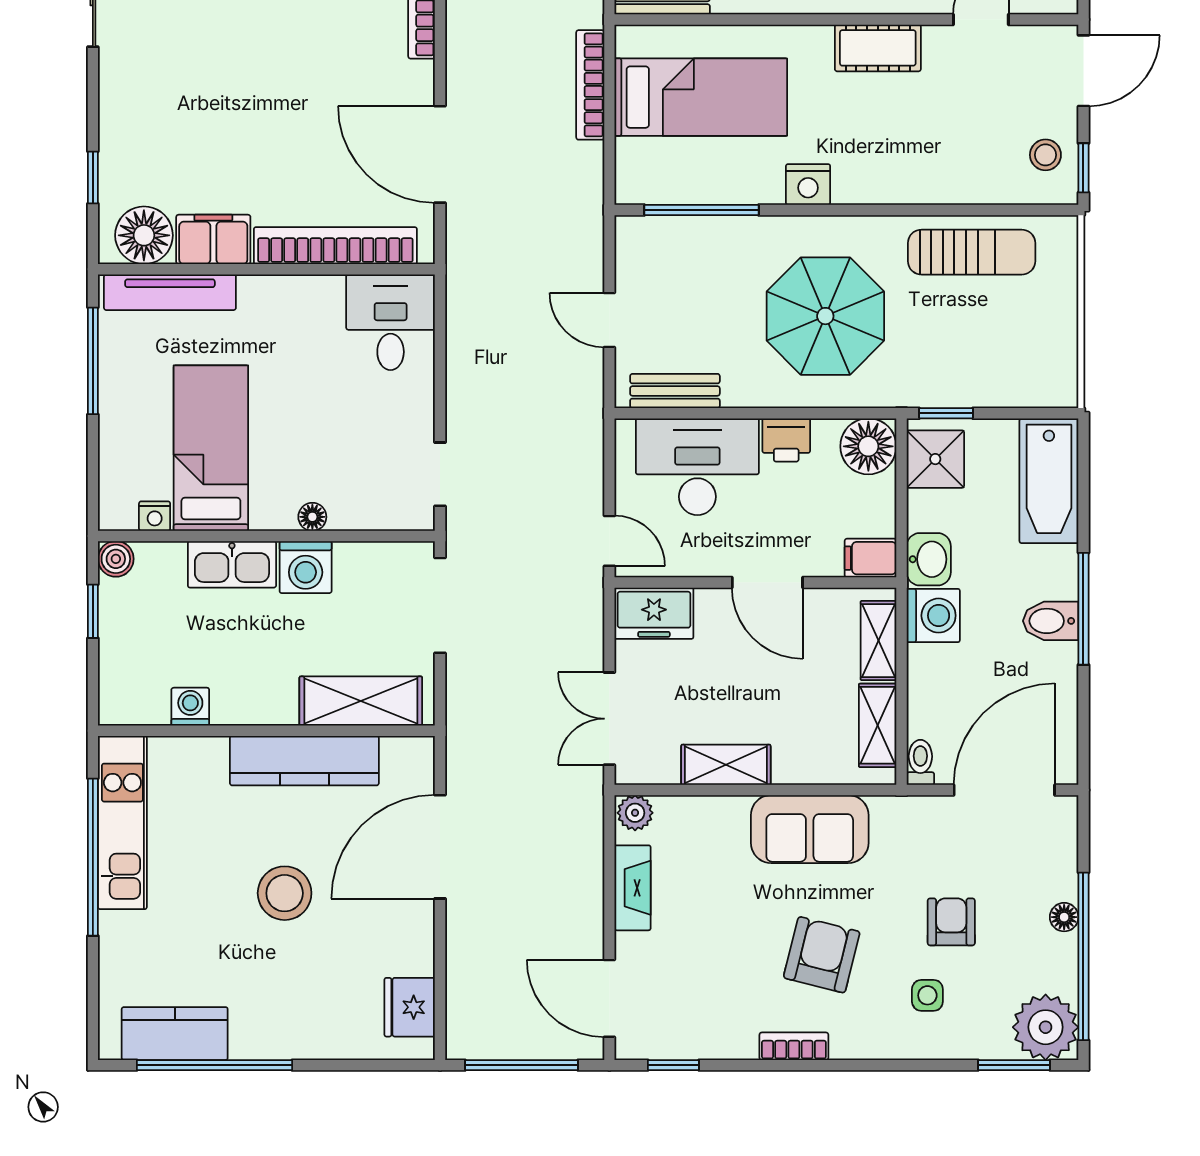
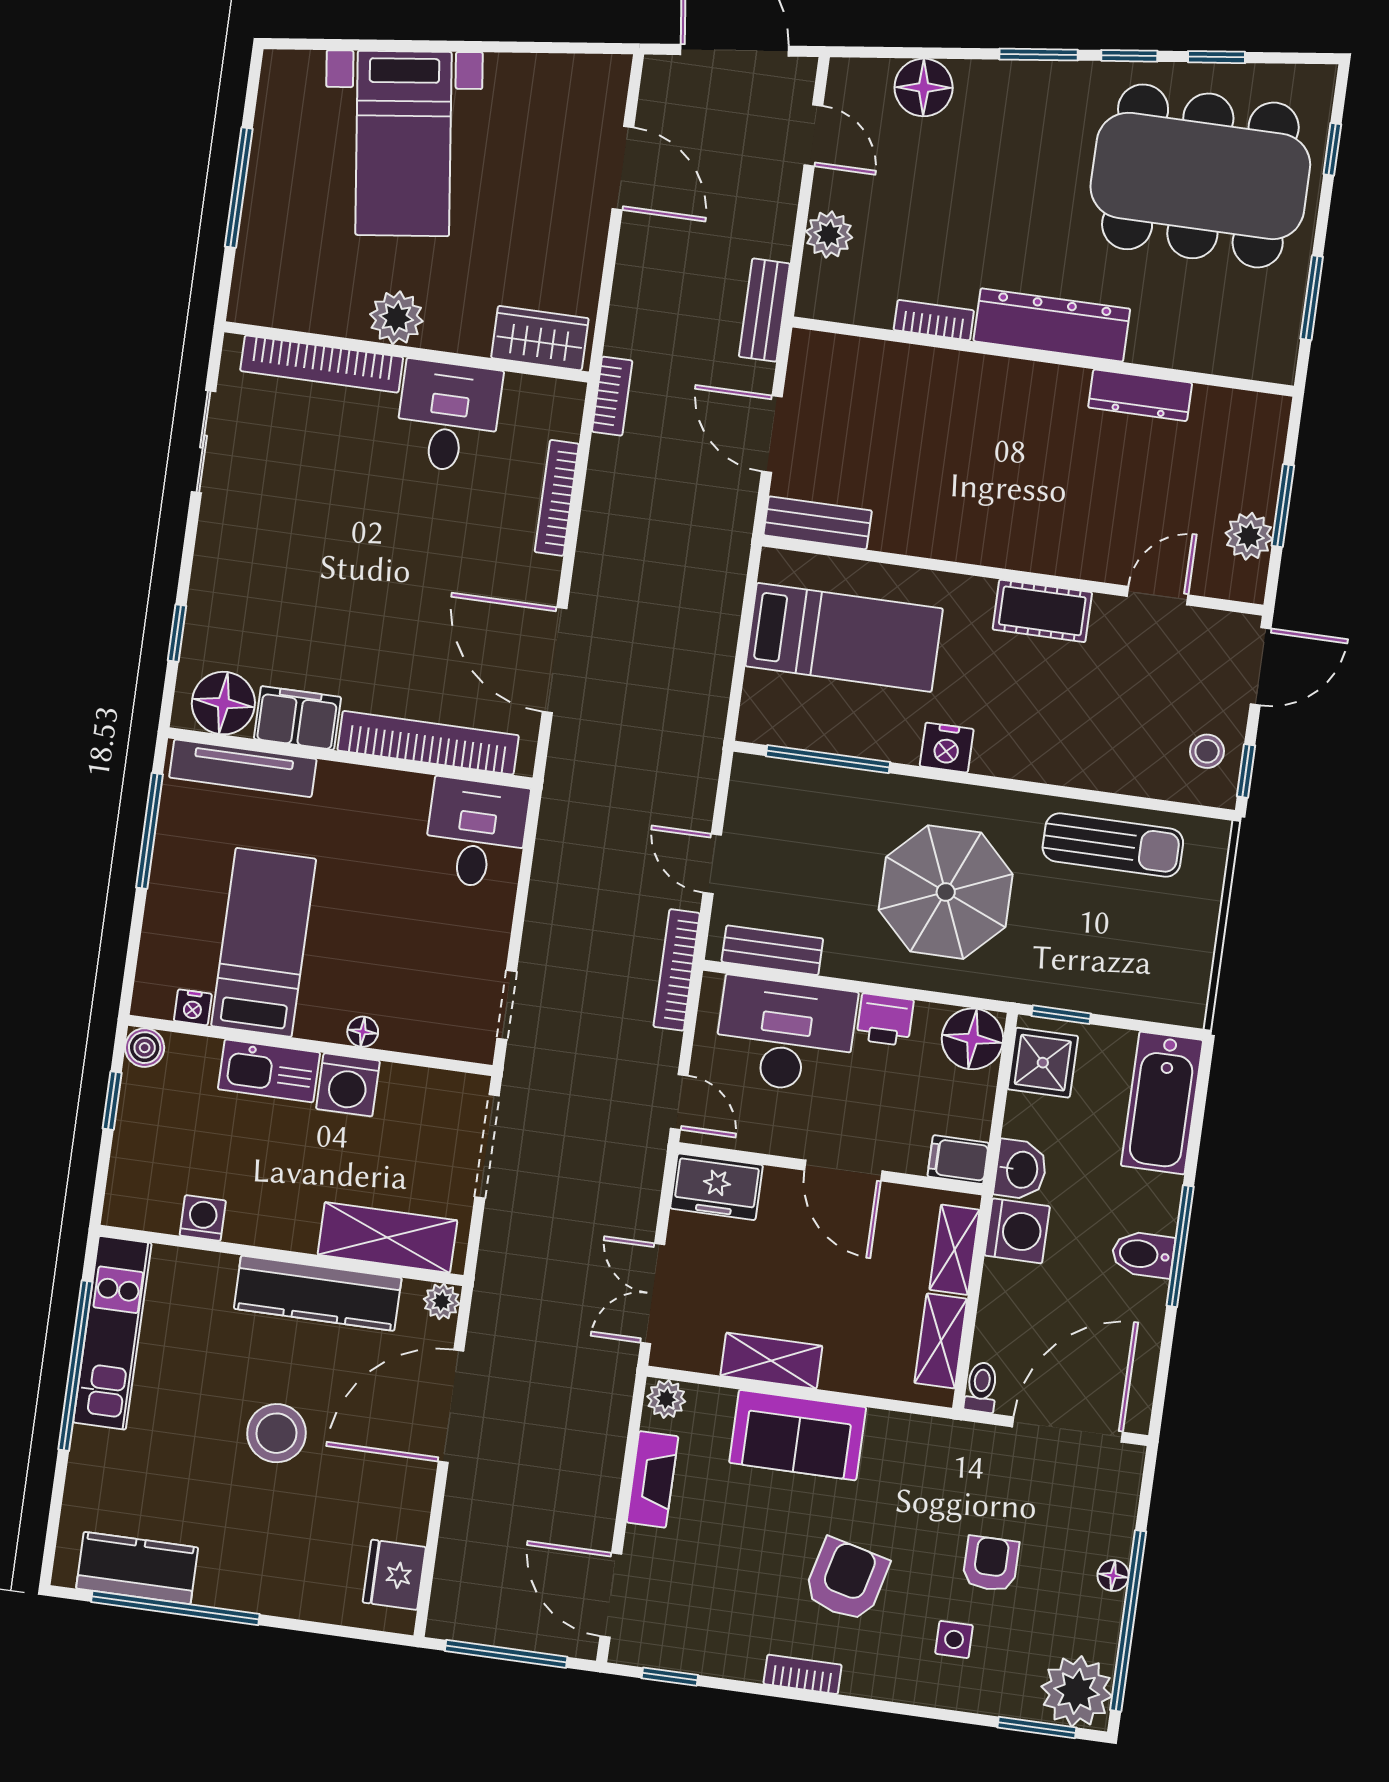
bookcase: (590, 85) -> (677, 970), moved
plant: (418, 752) -> (442, 1301), added
sofa: (810, 829) -> (798, 1435), moved

